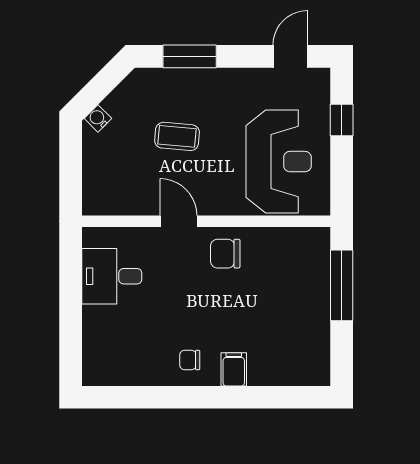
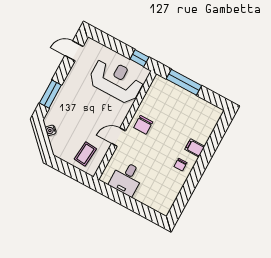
door: (290, 56) -> (74, 51), hinge flipped
water cooler: (98, 118) -> (51, 130), moved
window: (342, 120) -> (139, 58), moved
coffee table: (177, 136) -> (85, 154), moved

